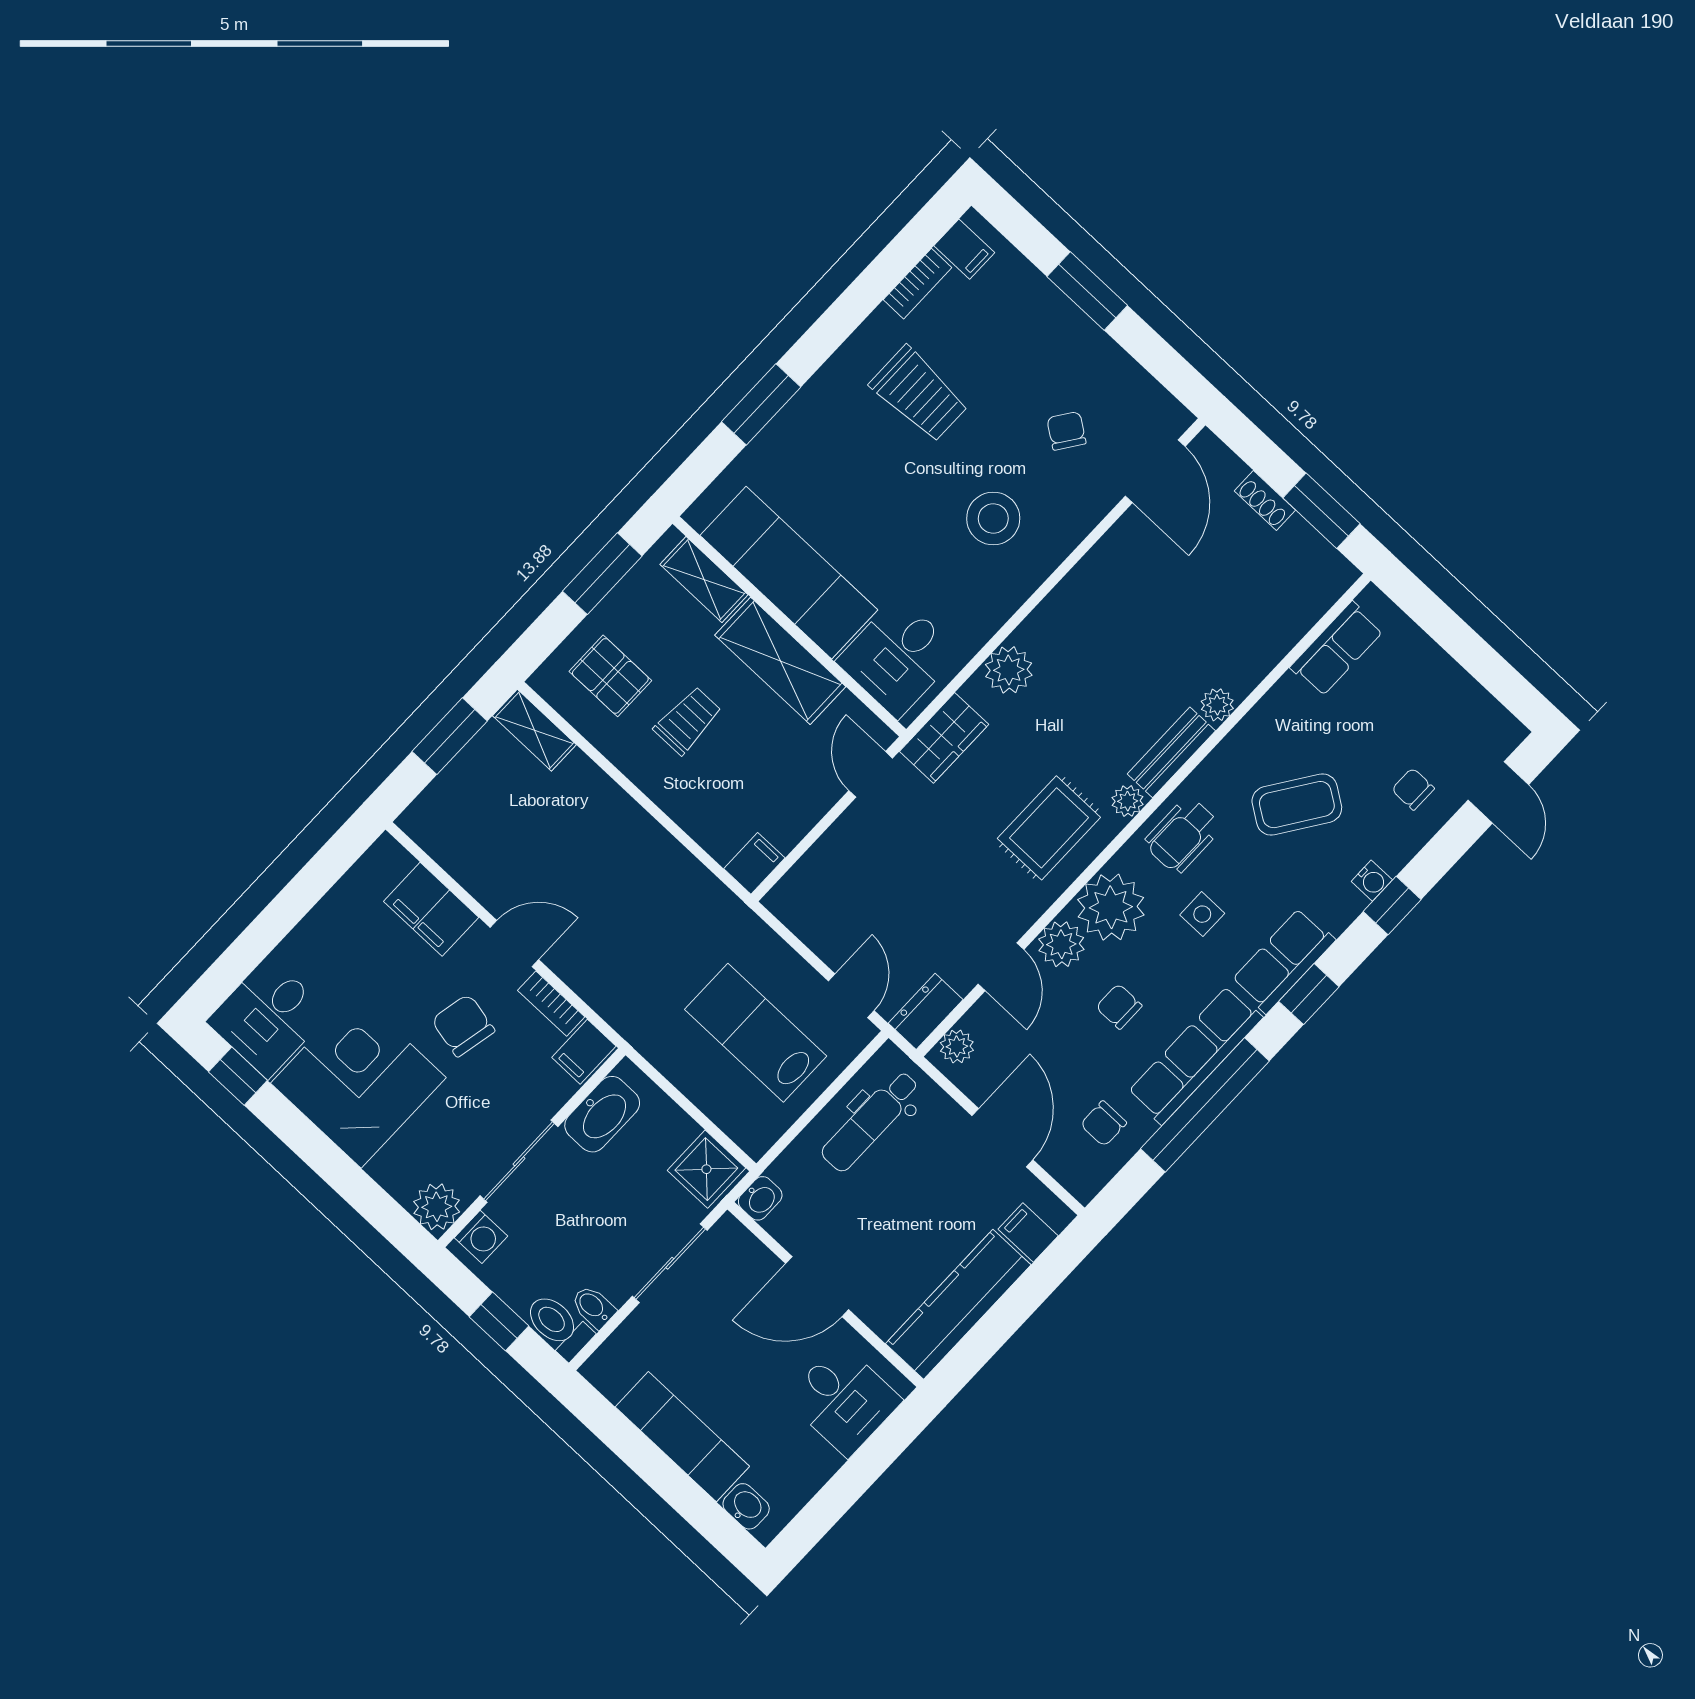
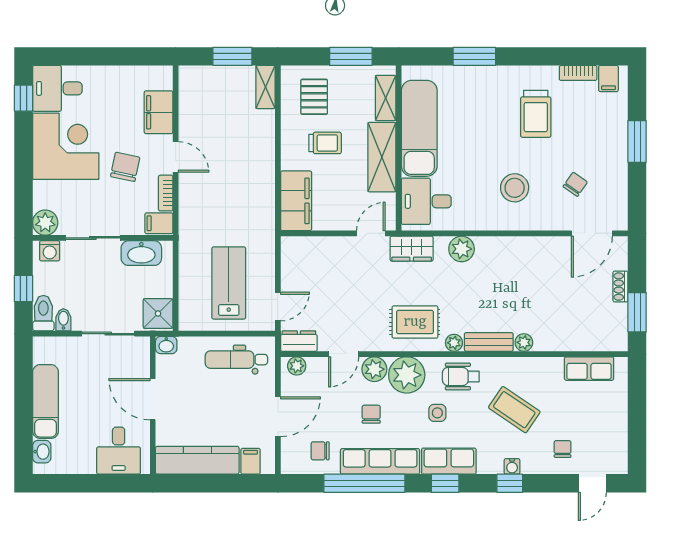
filing cabinet: (754, 863) -> (296, 201), width x3.00, depth x1.17

